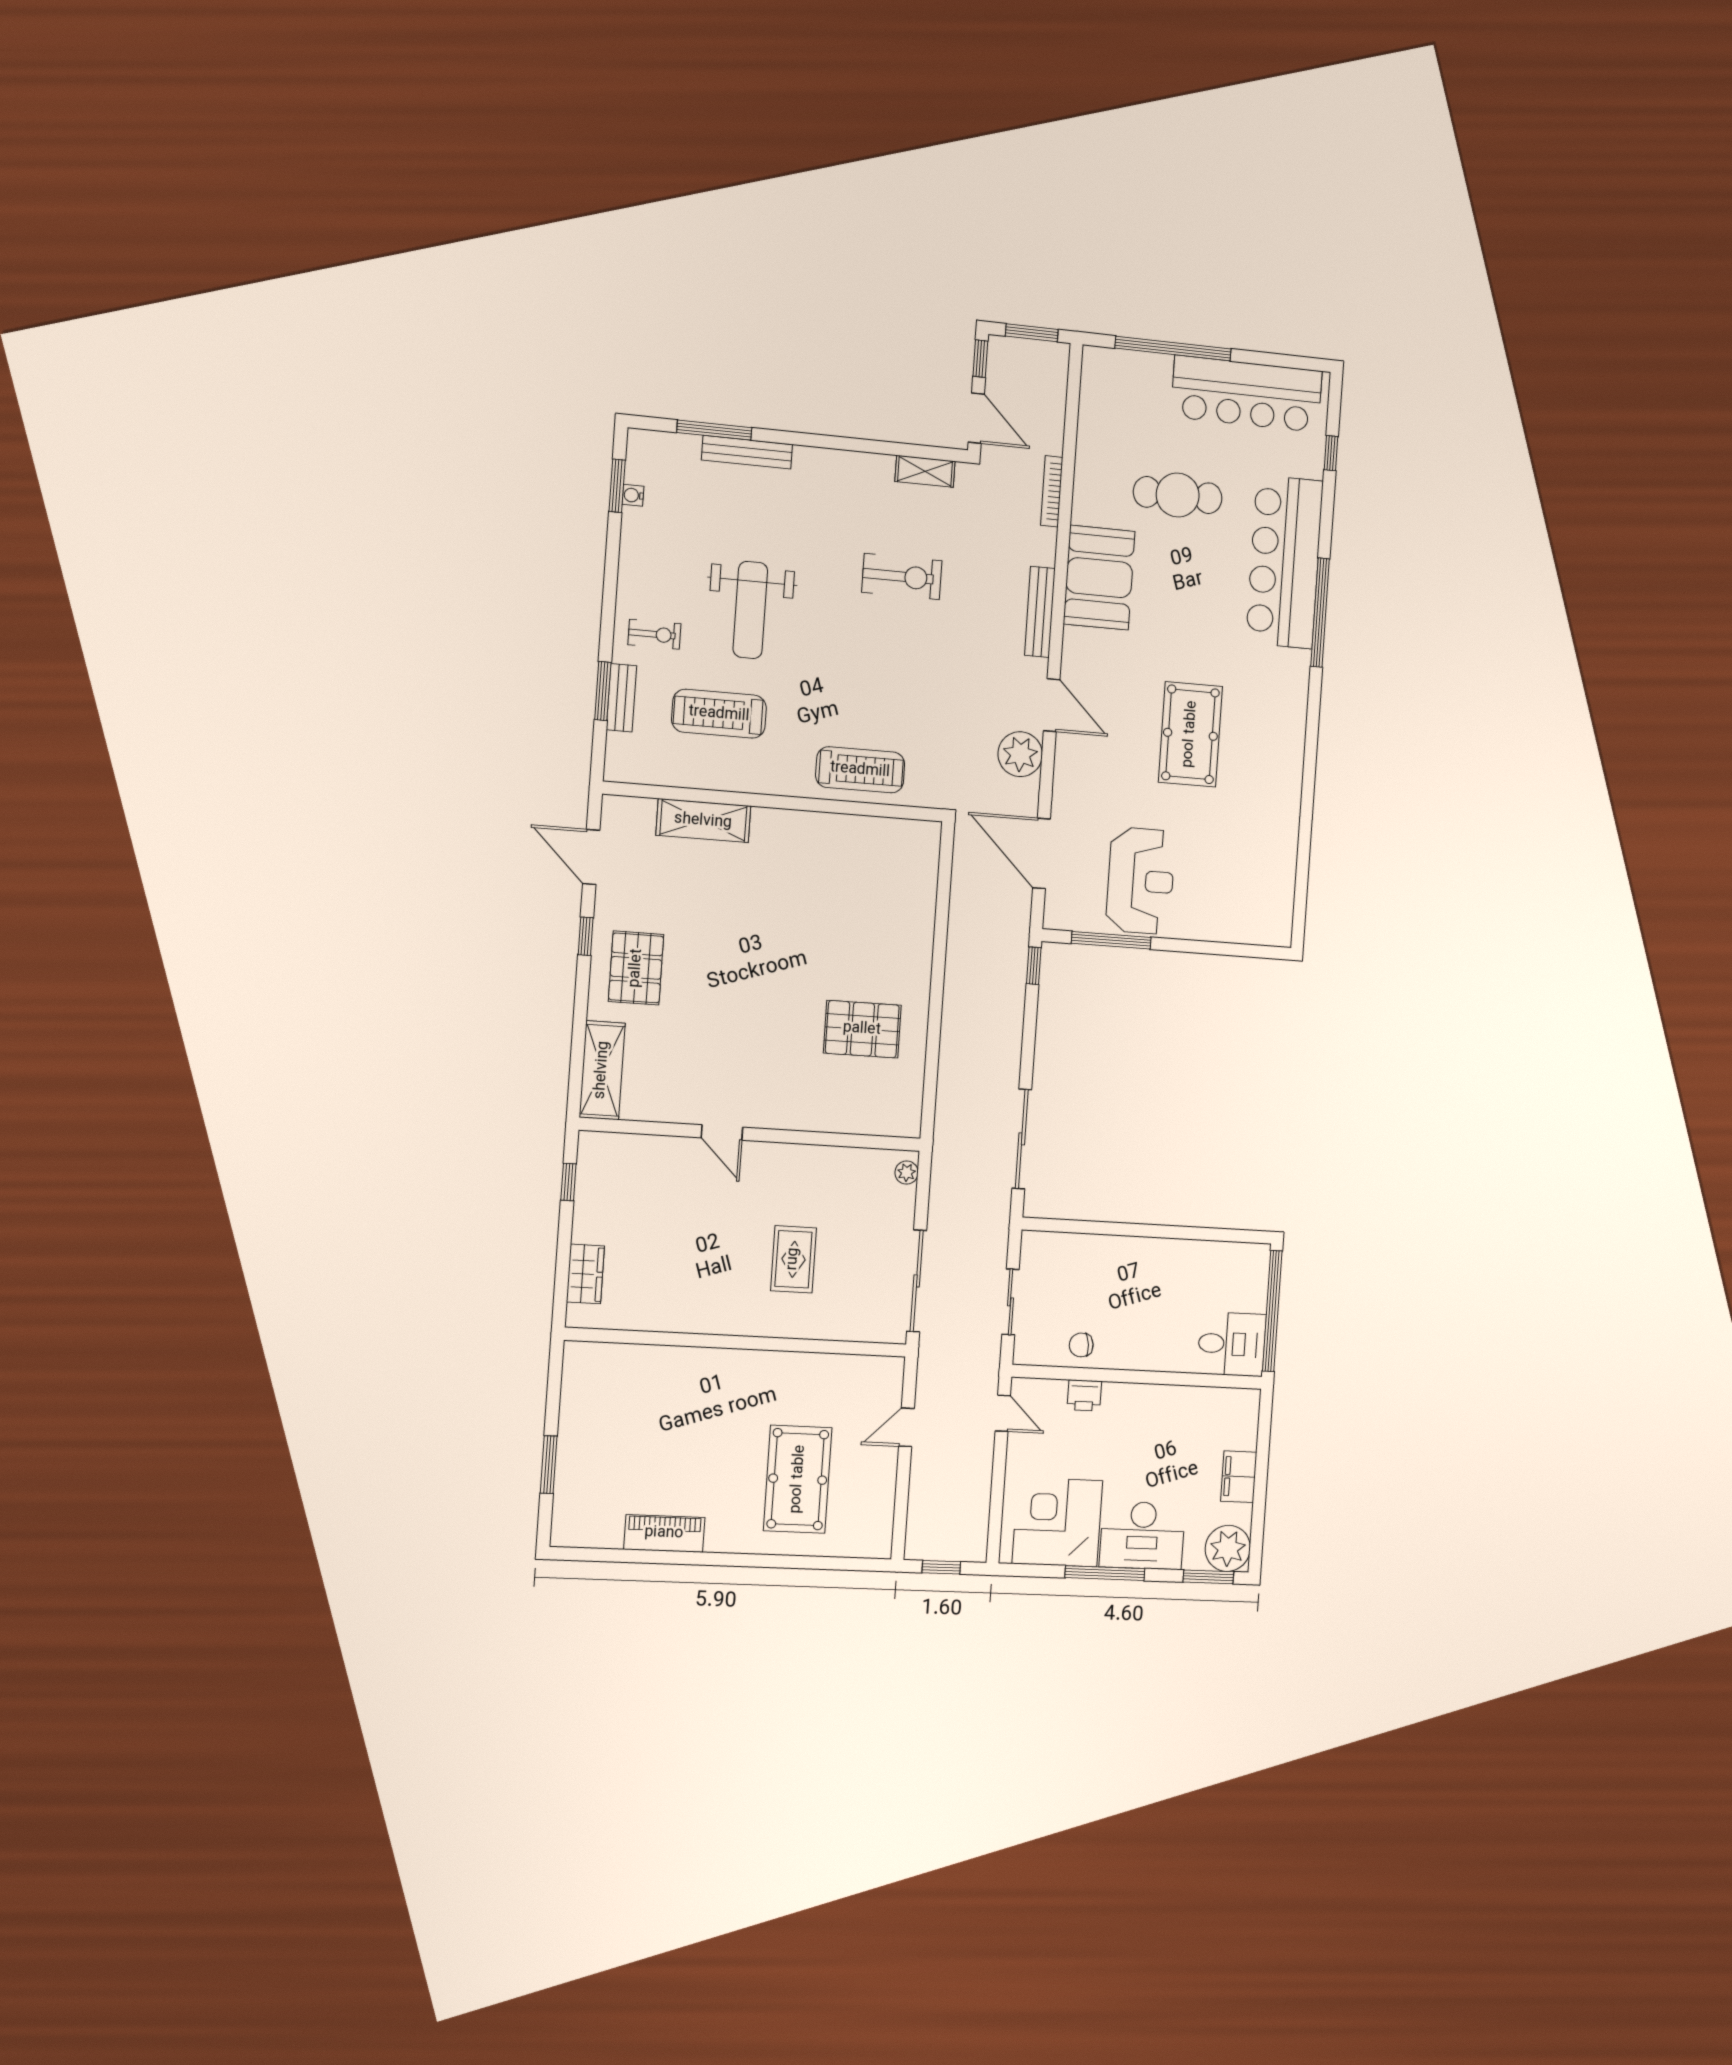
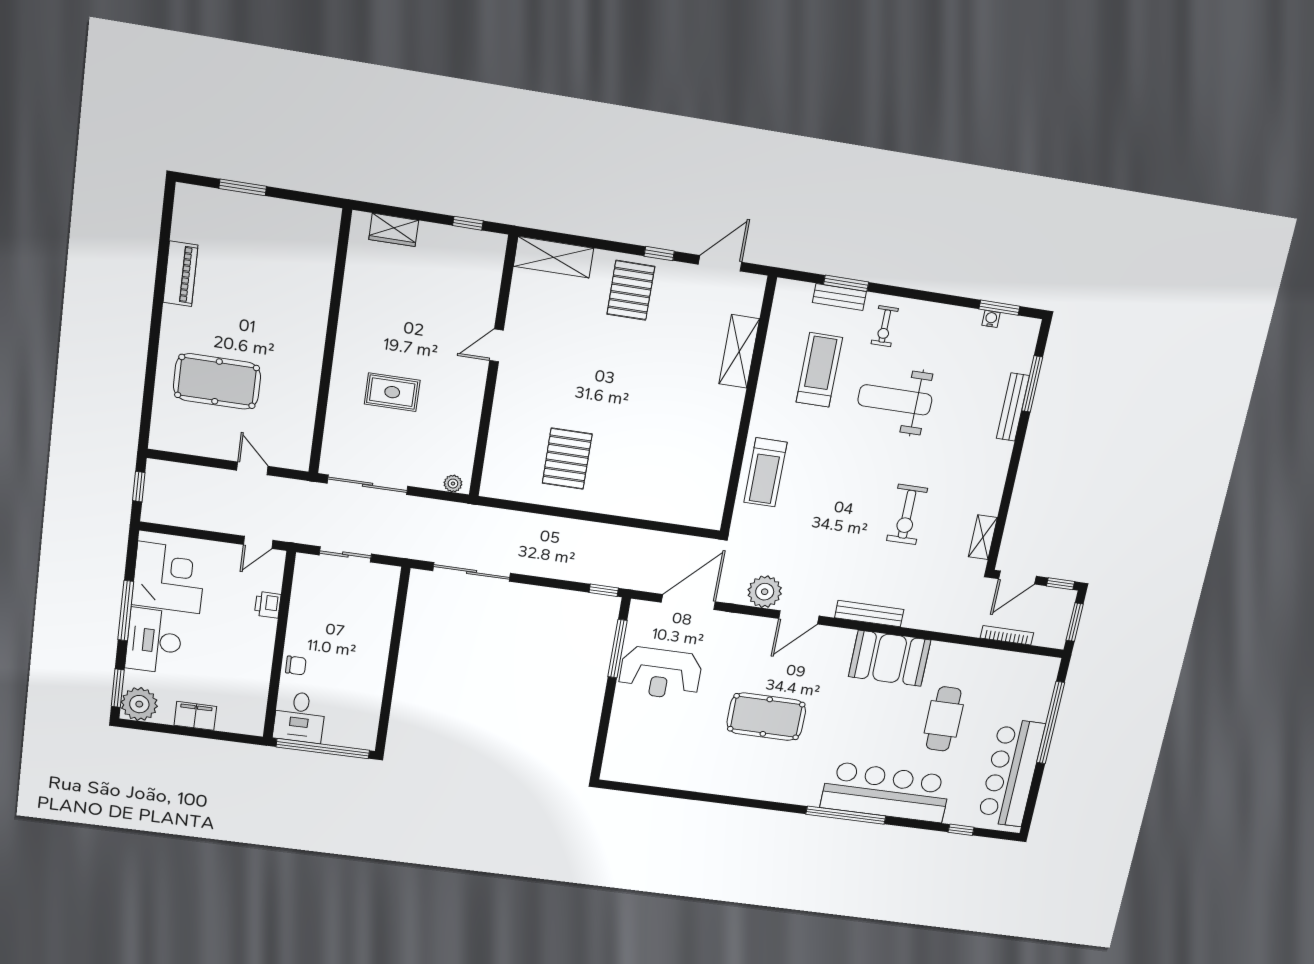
bookcase: (1052, 491) -> (1007, 635), moved
pallet: (636, 968) -> (631, 290), turned 90
chair: (1081, 1345) -> (296, 665), moved, turned 96

